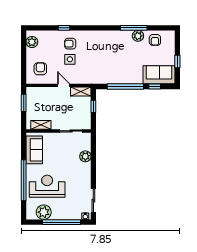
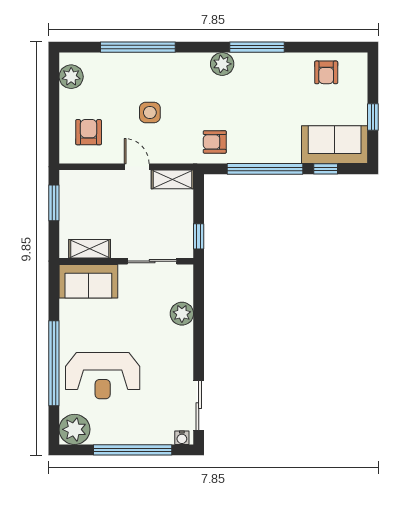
window: (64, 28) -> (138, 47), width x3.17
window: (134, 28) -> (257, 47), moved
plant: (138, 36) -> (222, 64), moved
armchair: (70, 44) -> (215, 142), moved
window: (93, 106) -> (199, 236), moved
sofa: (34, 150) -> (88, 281), moved, turned 90
reception desk: (47, 186) -> (103, 376), turned 180
plant: (44, 212) -> (74, 429), moved

